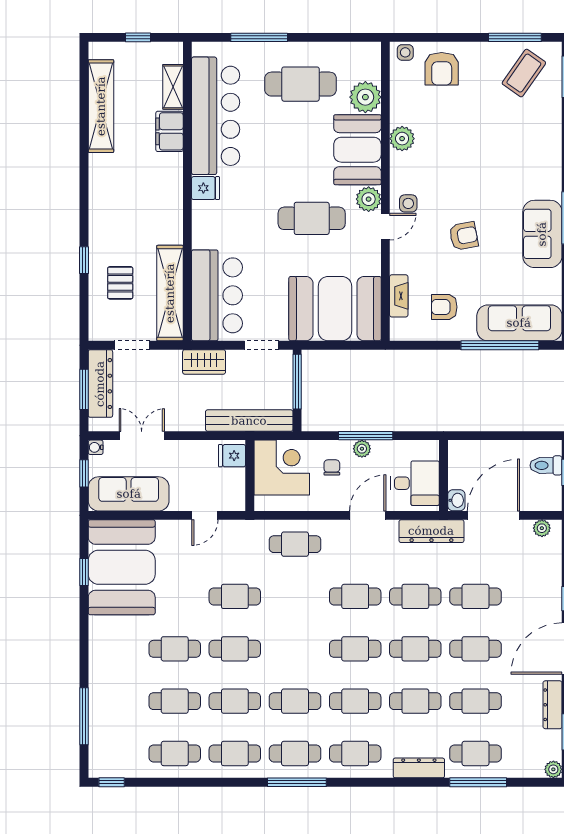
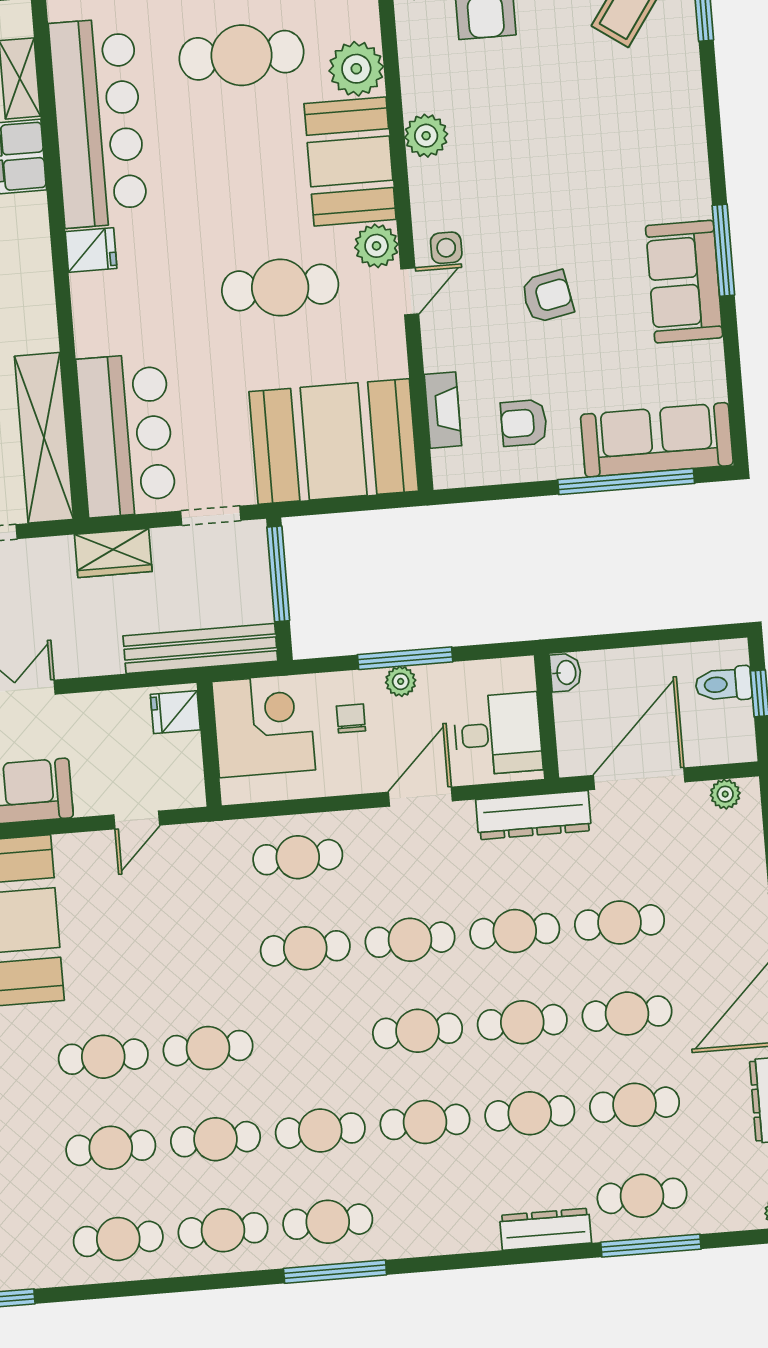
washbasin: (456, 500) -> (566, 673), moved
cafe table: (235, 596) -> (305, 948), moved
cafe table: (355, 753) -> (433, 1213), removed

